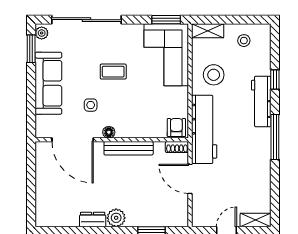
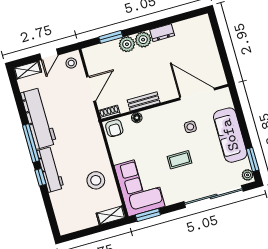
stool: (244, 41) -> (71, 63), moved
window: (275, 80) -> (40, 177), moved
workbench: (204, 129) -> (39, 118), moved, turned 180
floor lamp: (109, 132) -> (137, 118), moved
bench: (129, 148) -> (144, 101), width x0.73
door: (190, 179) -> (91, 89), hinge flipped
plant: (136, 218) -> (127, 44), added

